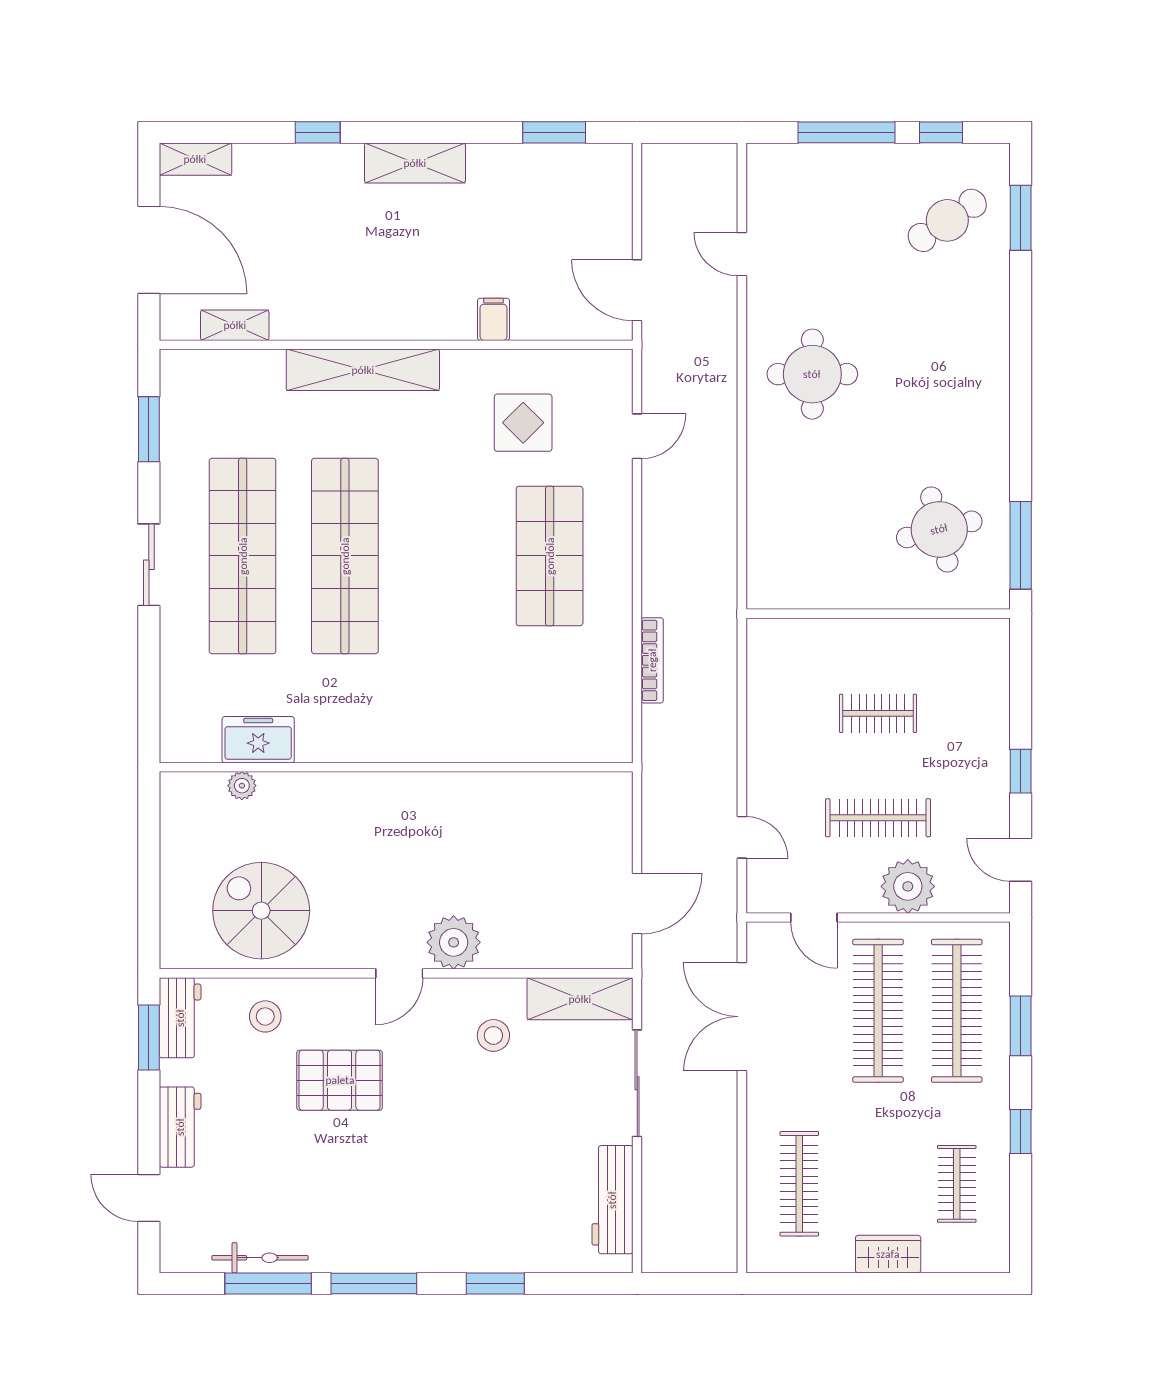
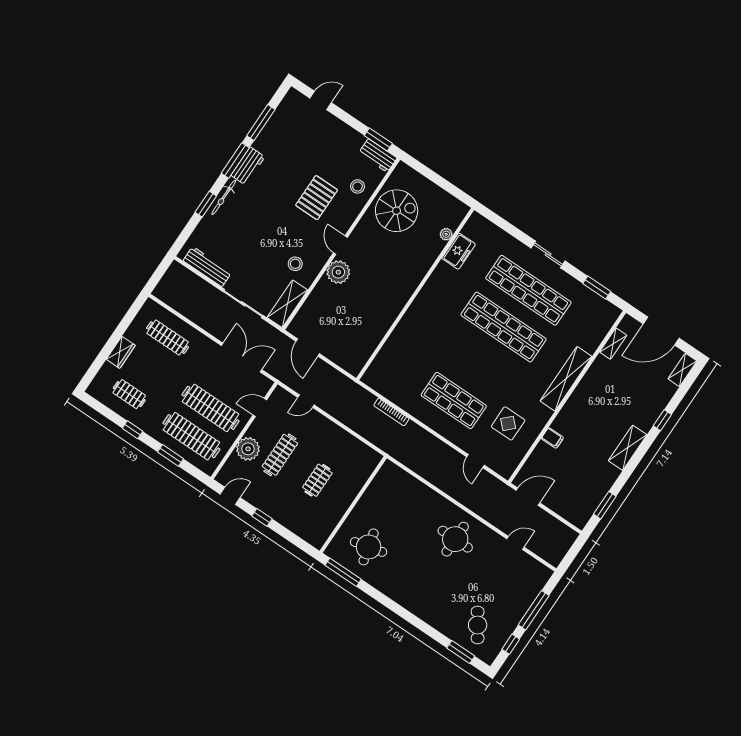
workbench: (180, 1127) -> (248, 166), moved, turned -90
bicycle: (260, 1258) -> (224, 197), moved

